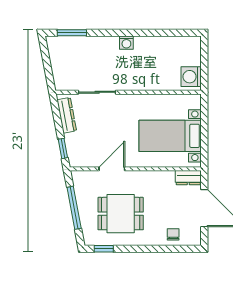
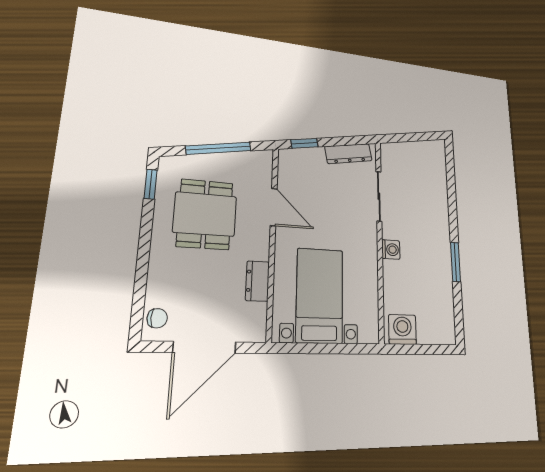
window: (72, 33) -> (456, 262), moved
washing machine: (126, 43) -> (391, 250), moved, turned 180
dresser: (188, 178) -> (257, 281), moved
chair: (173, 234) -> (157, 318), moved

